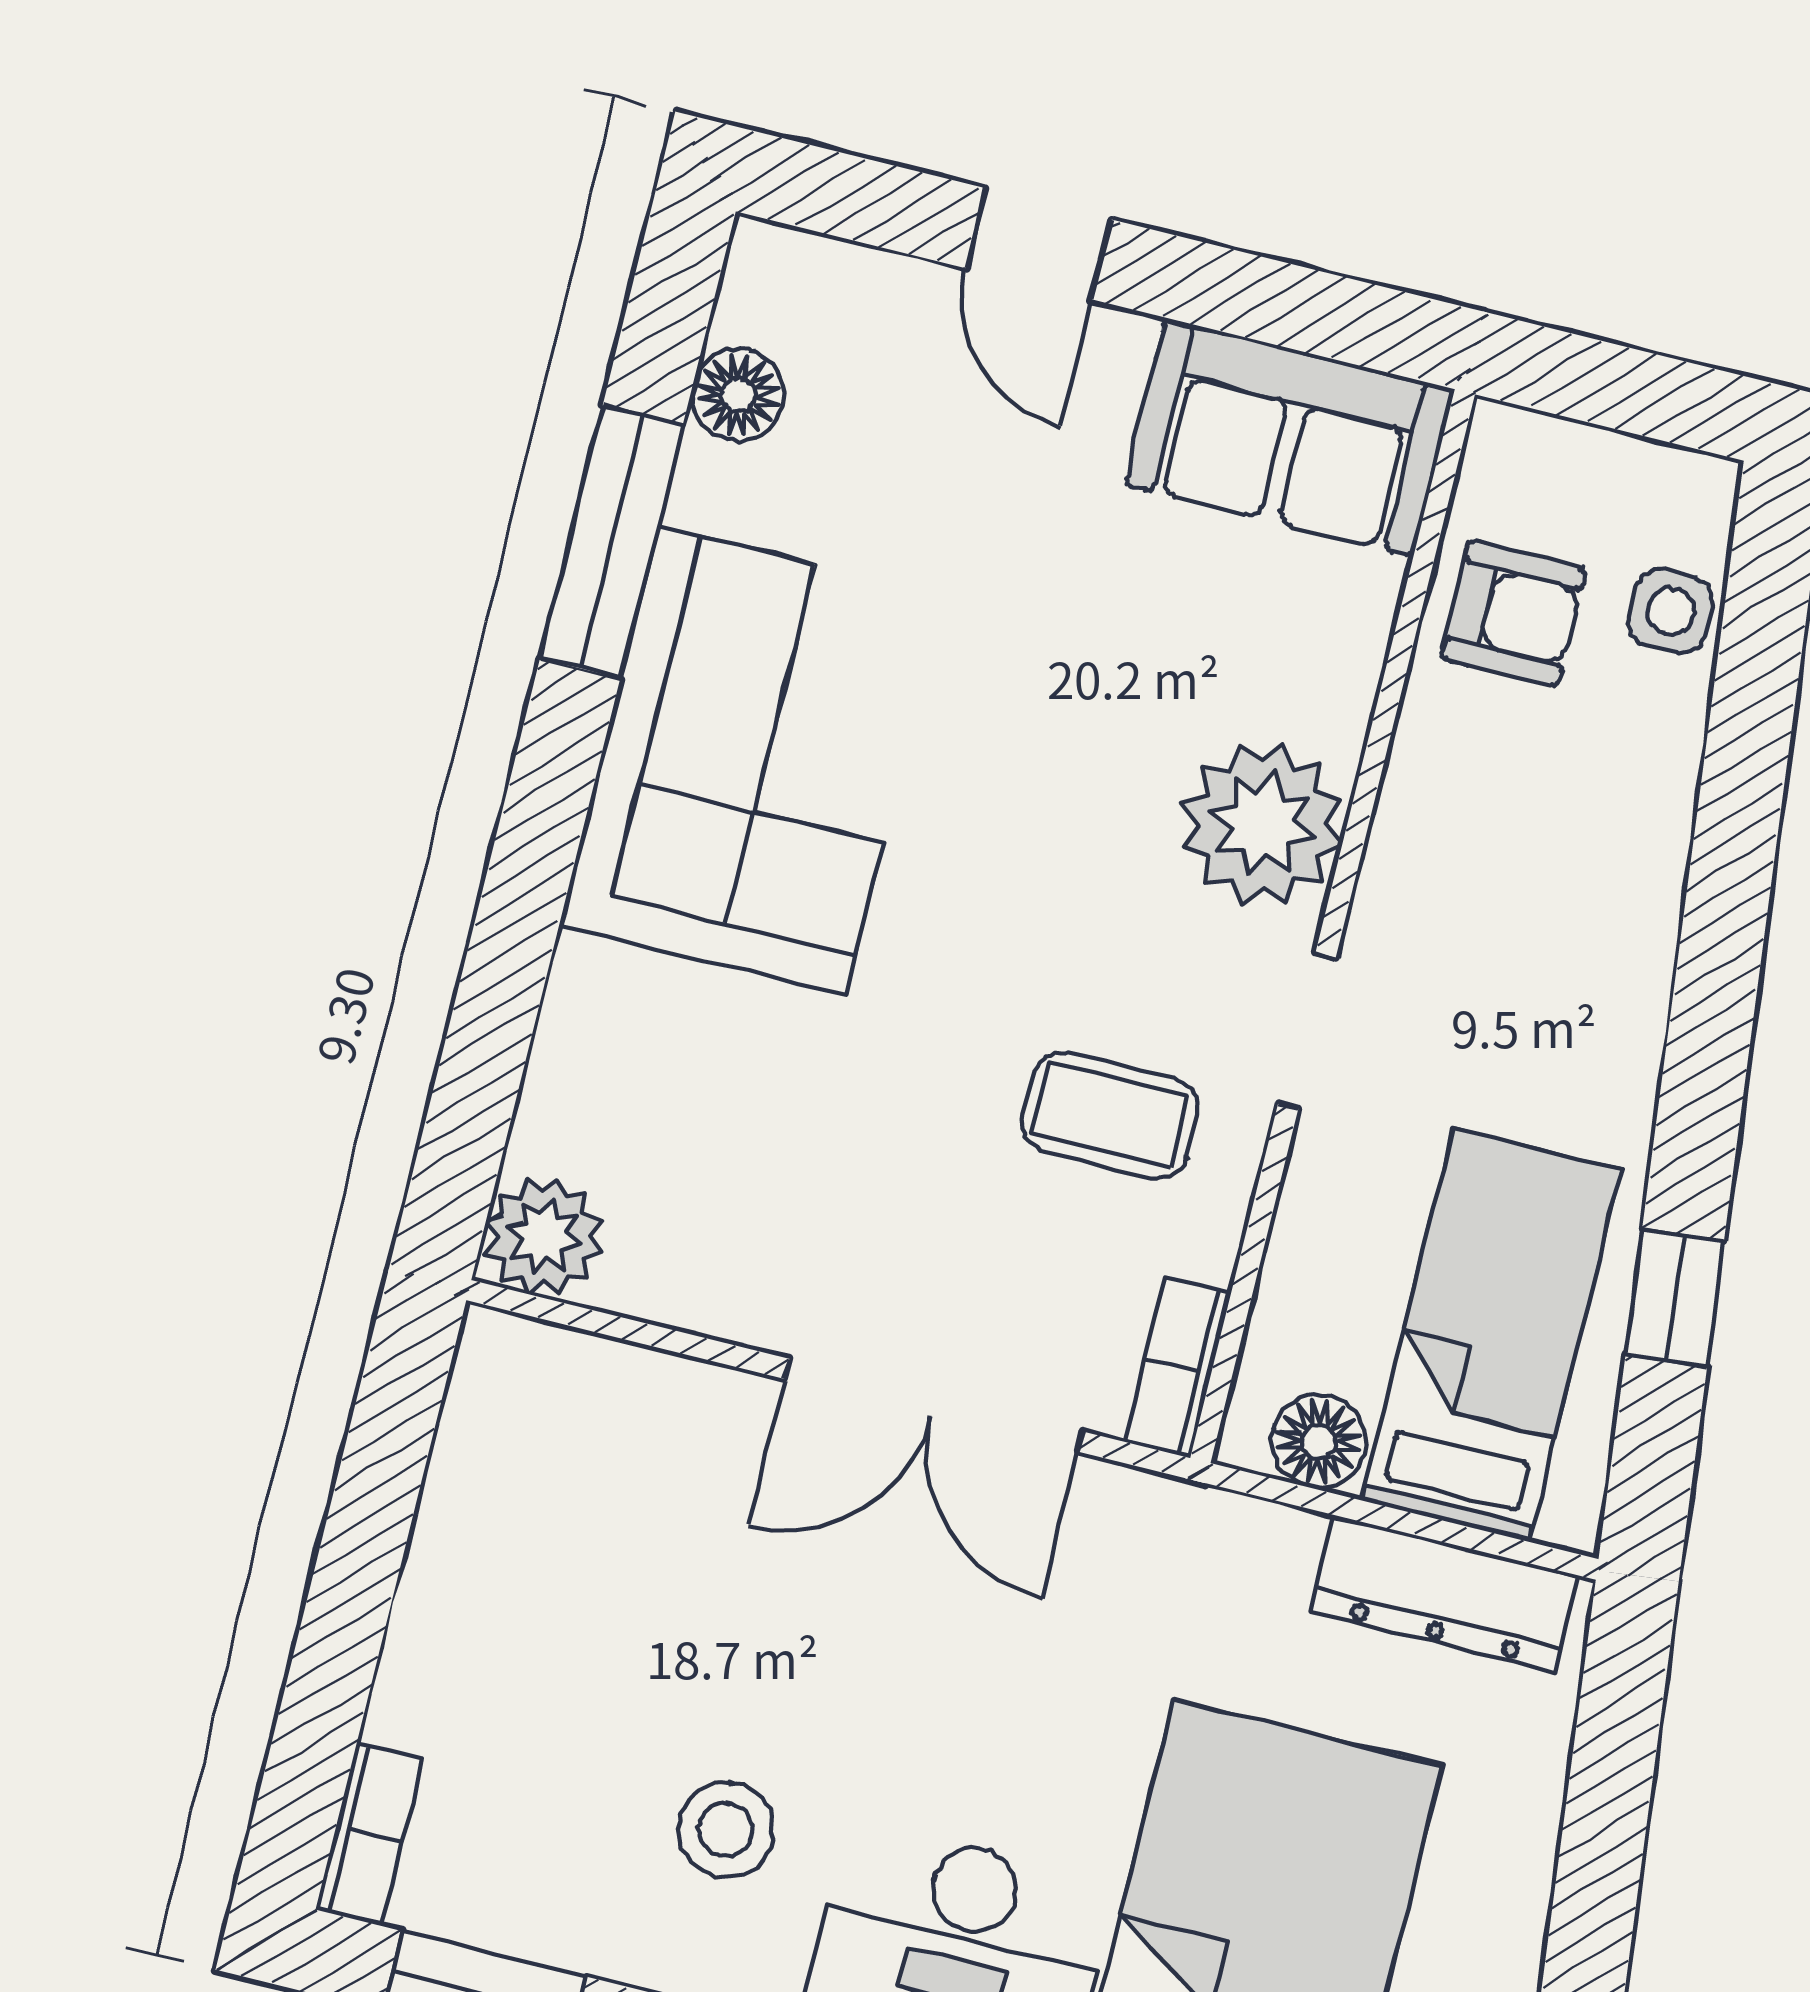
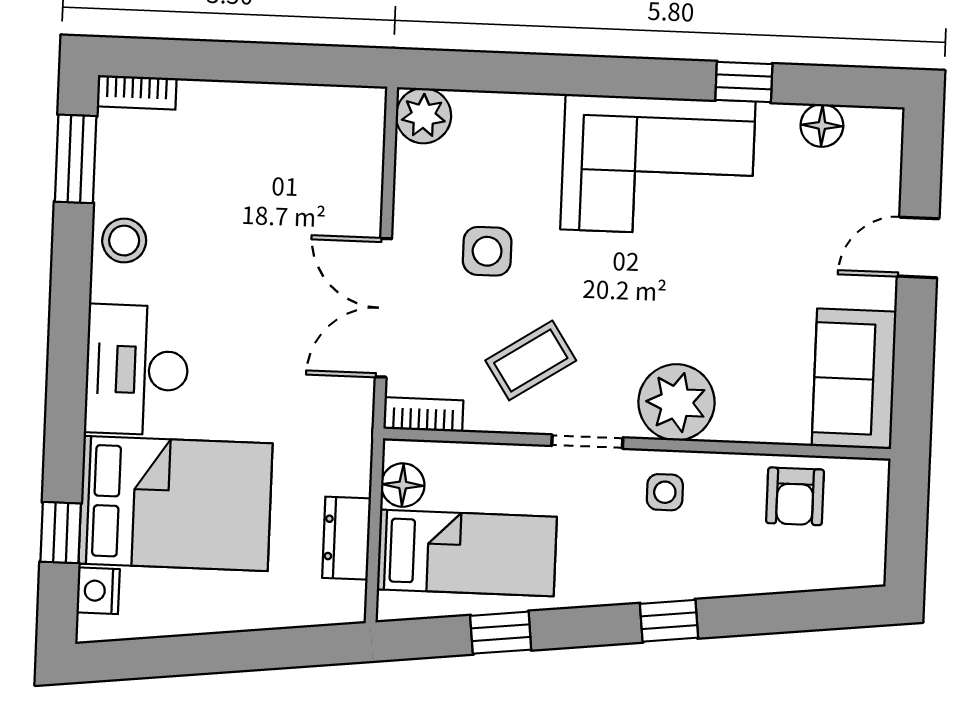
window: (611, 542) -> (744, 82), width x0.46
side table: (1671, 611) -> (665, 492), moved
window: (1723, 936) -> (669, 621), added
coffee table: (1110, 1115) -> (531, 360), turned 57
side table: (859, 1161) -> (487, 251), added
dresser: (1444, 1593) -> (346, 538), width x0.70
stool: (726, 1830) -> (124, 241), moved

